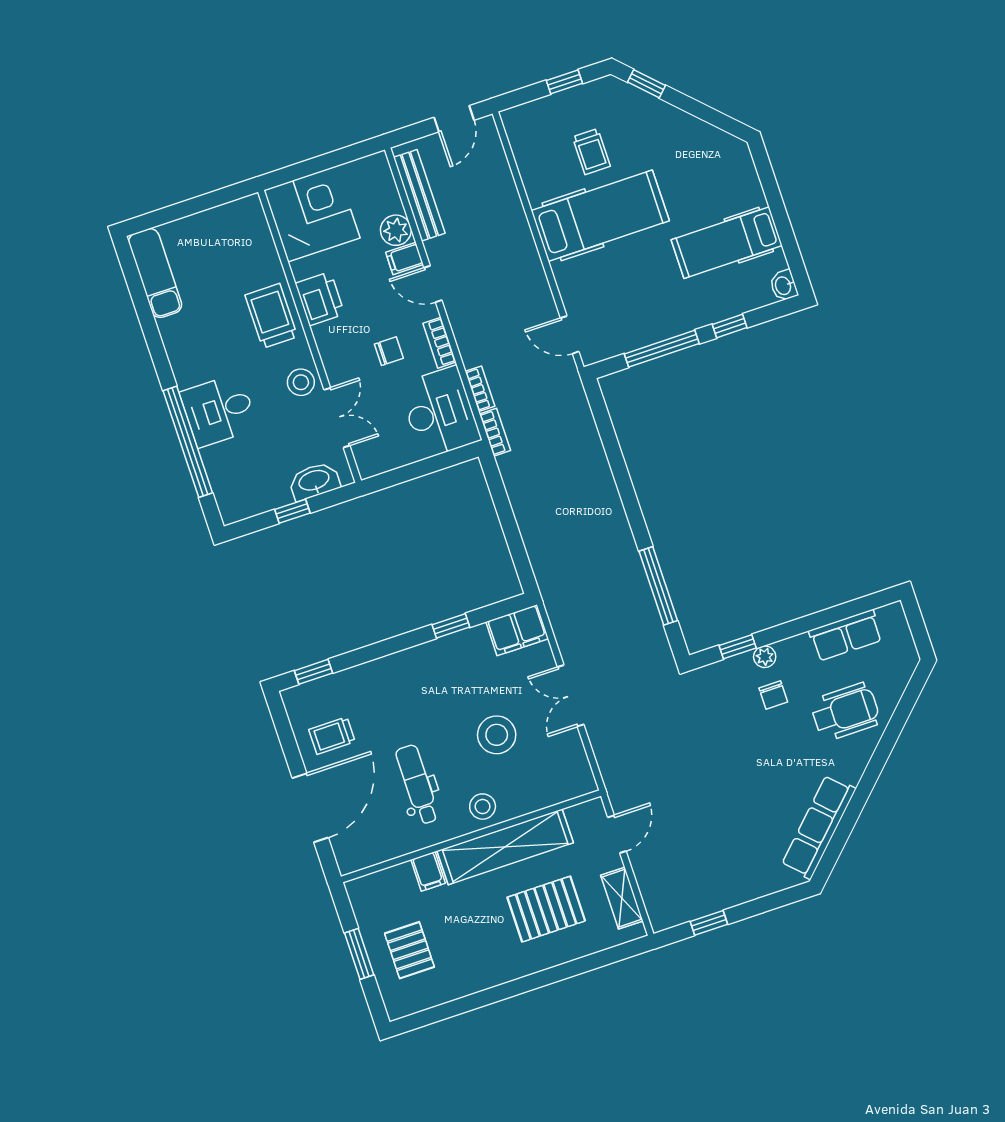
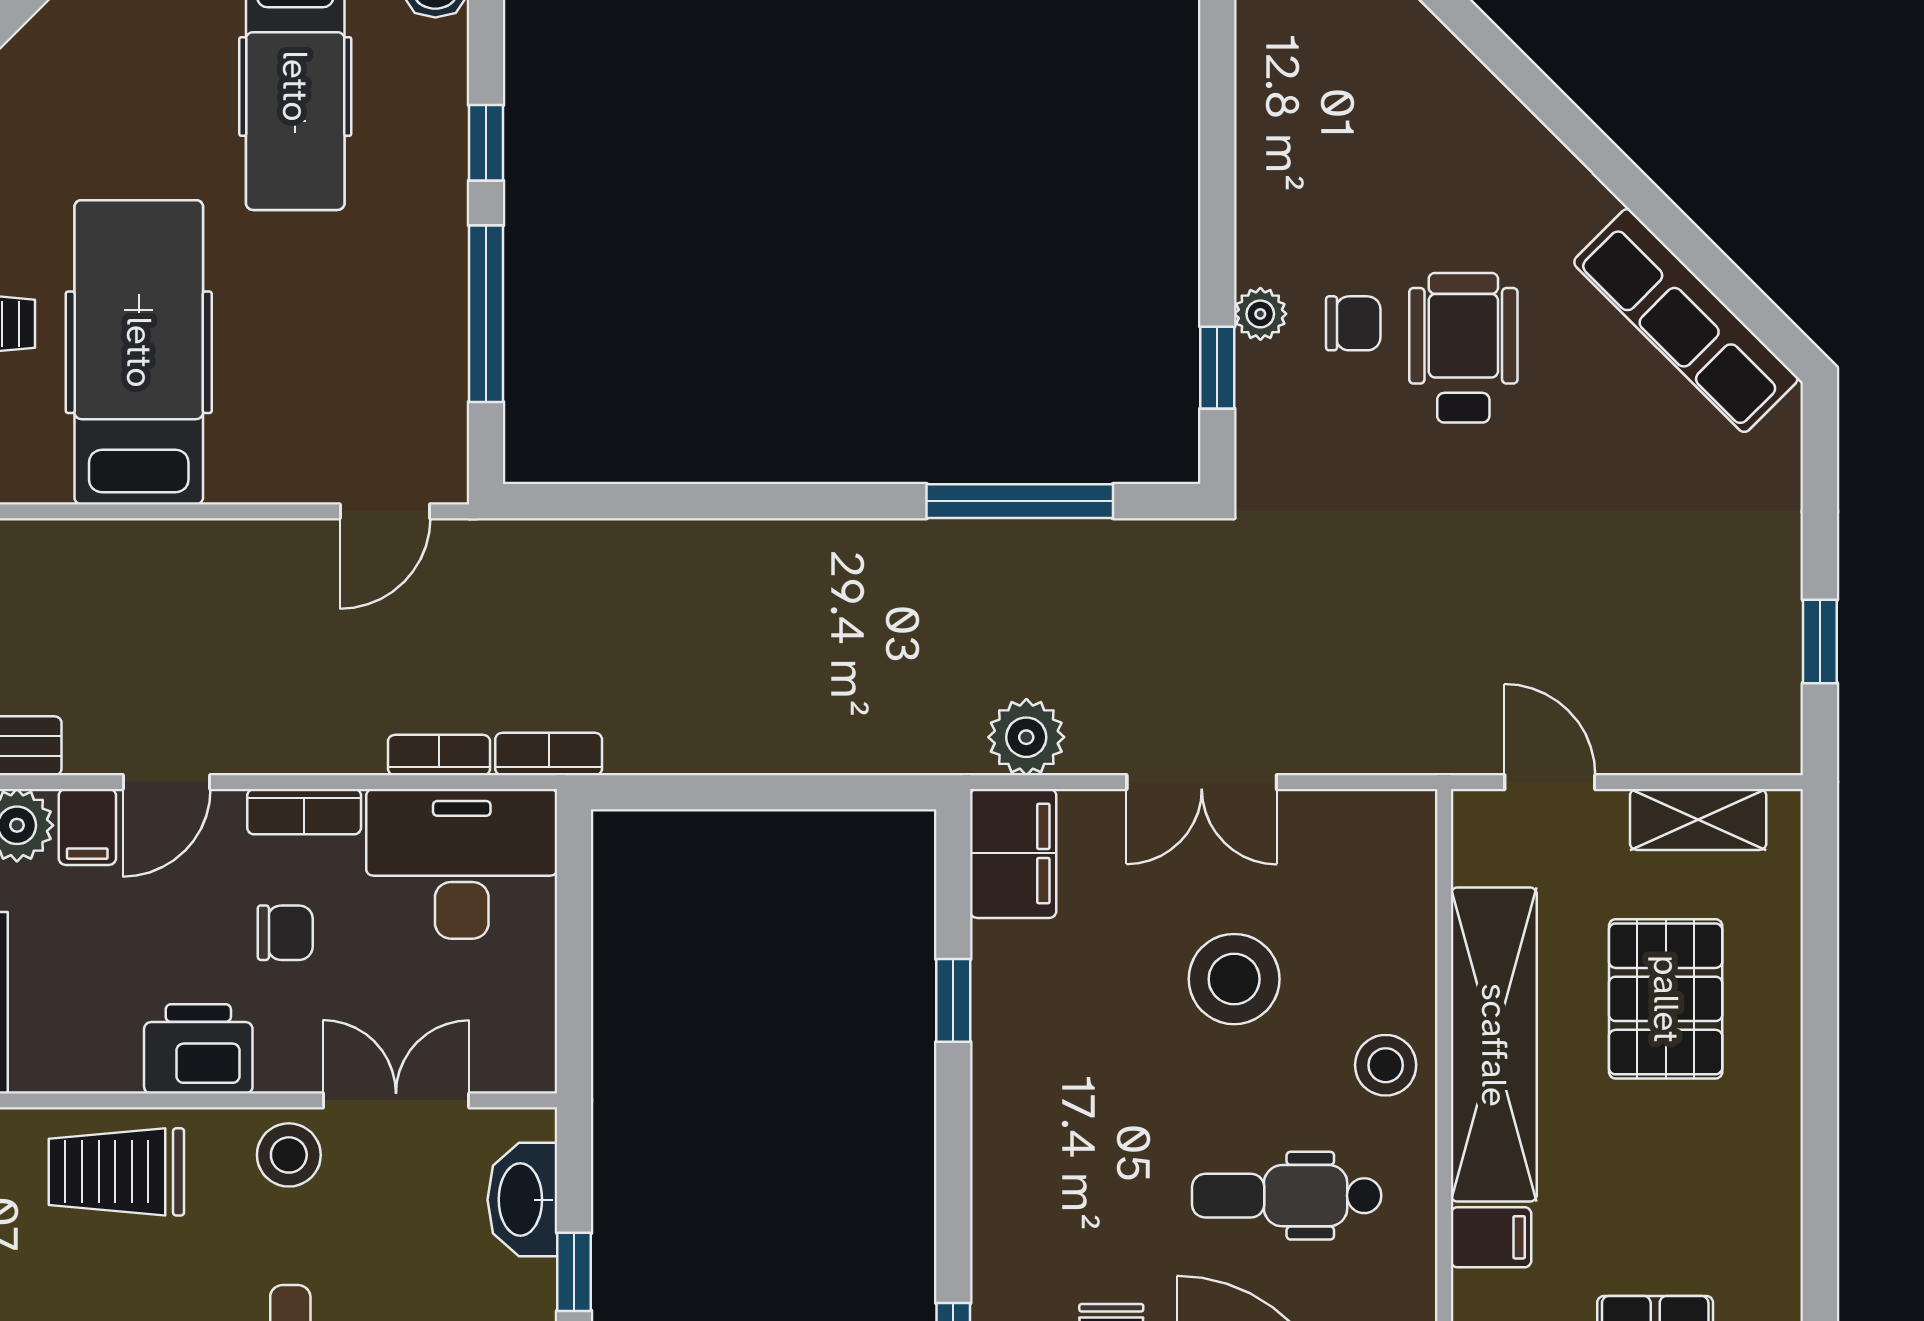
printer: (320, 299) -> (198, 1049), moved
chair: (389, 351) -> (285, 933), turned 90
plant: (565, 620) -> (1026, 737), added
row of seats: (846, 635) -> (1273, 115), removed
wheelchair: (845, 712) -> (1463, 348), moved

